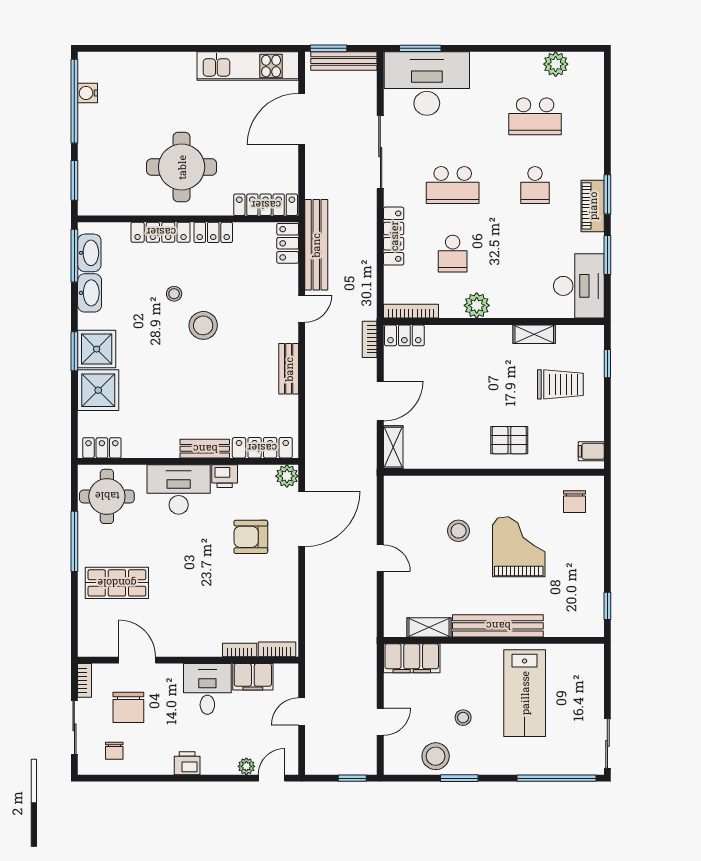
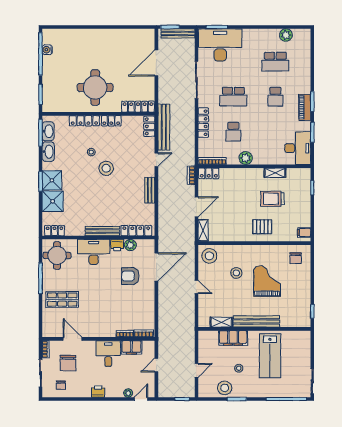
kitchen unit: (248, 66) -> (129, 36), removed
trolley: (560, 384) -> (273, 199), moved, turned 180
bench: (205, 449) -> (102, 231), width x1.36
plant: (287, 476) -> (130, 245), moved
stool: (406, 497) -> (209, 256), added
filing cabinet: (412, 658) -> (233, 338), moved

